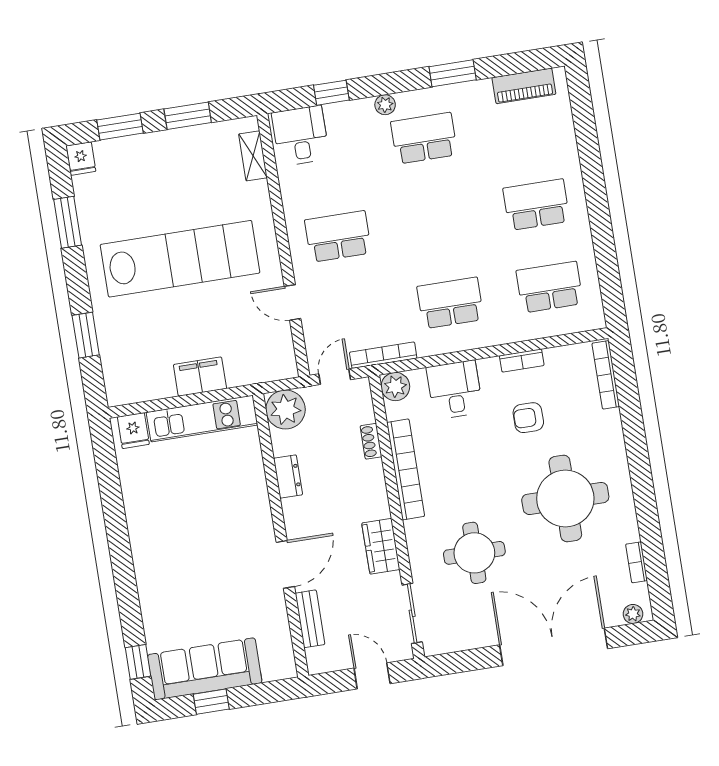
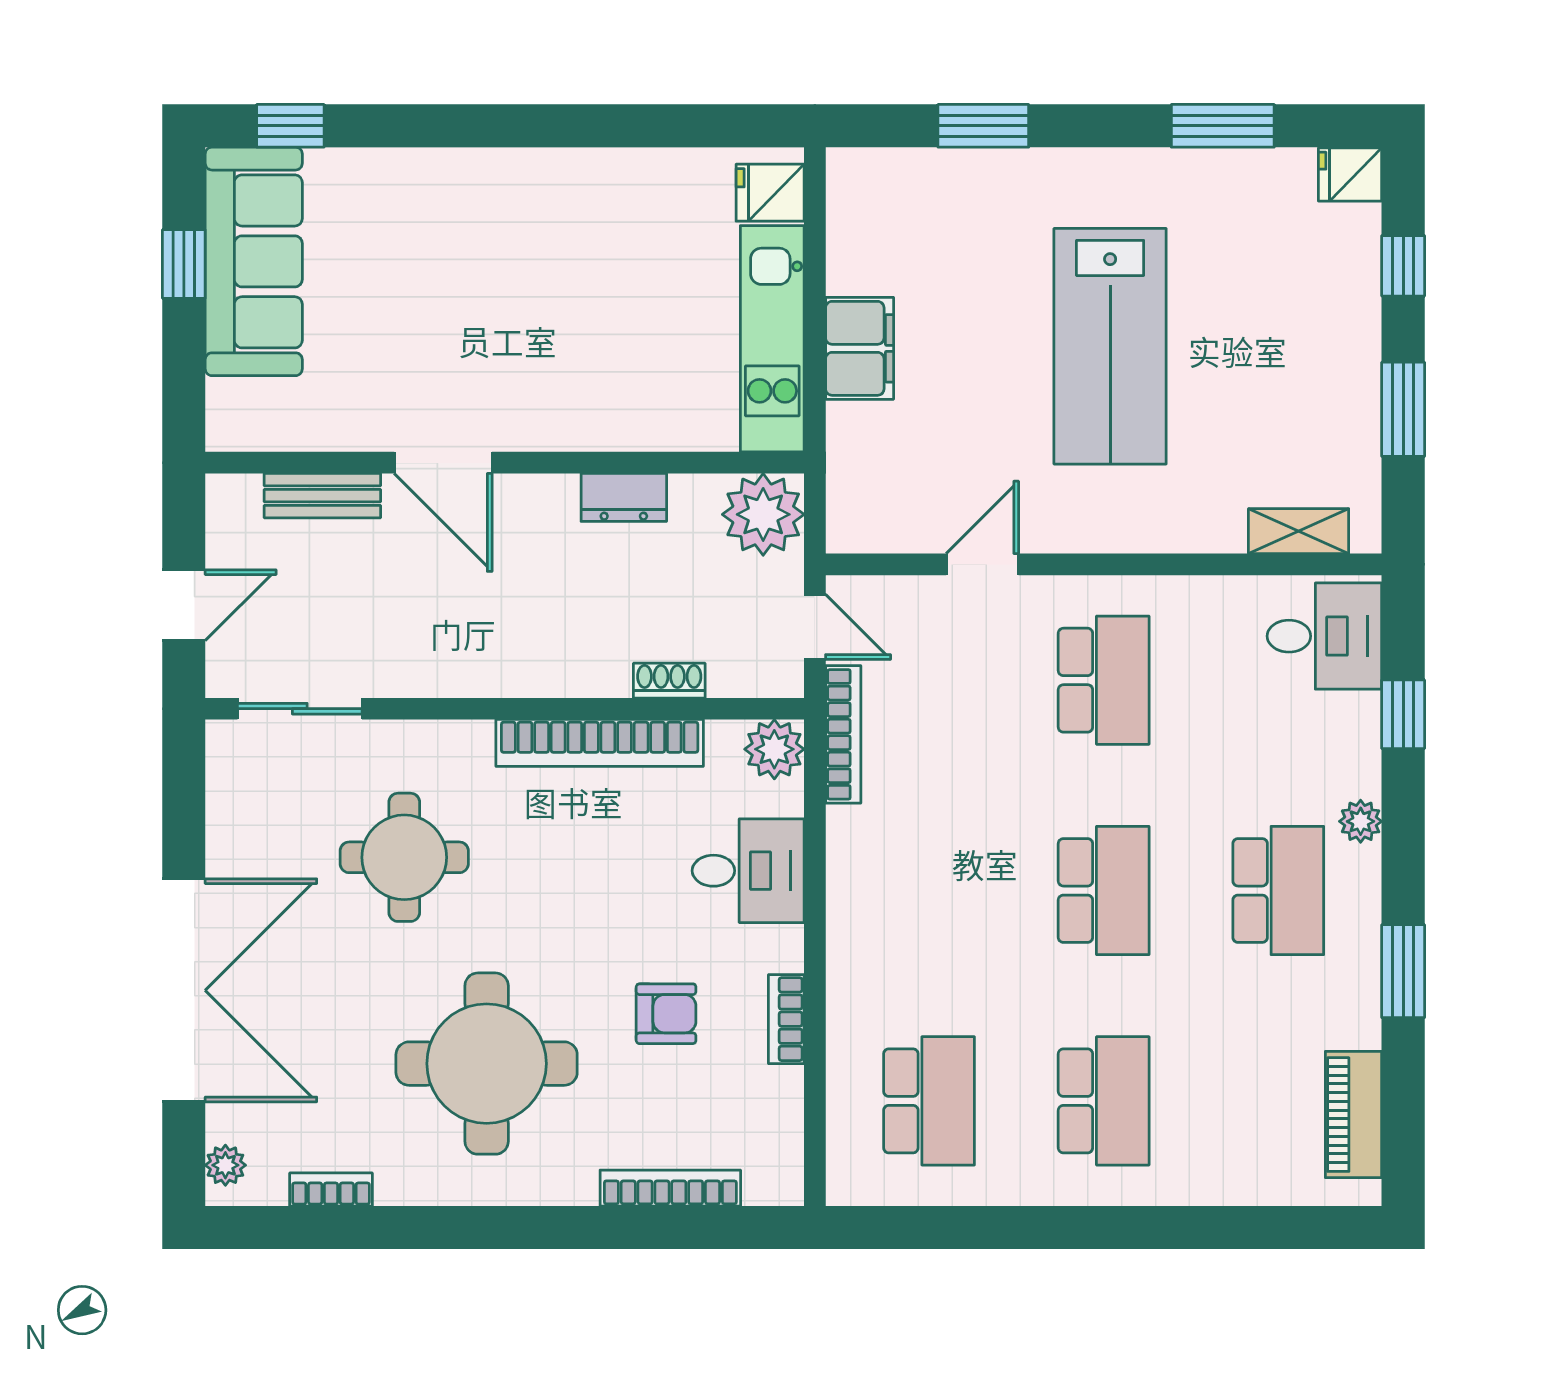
window: (120, 127) -> (1403, 266), width x0.67
lab bench: (180, 259) -> (1110, 346), width x0.73
school desk: (450, 303) -> (1104, 891), moved
bookcase: (606, 375) -> (670, 1188), moved
armchair: (528, 418) -> (666, 1014), turned 90
wardrobe: (381, 546) -> (449, 666), removed

